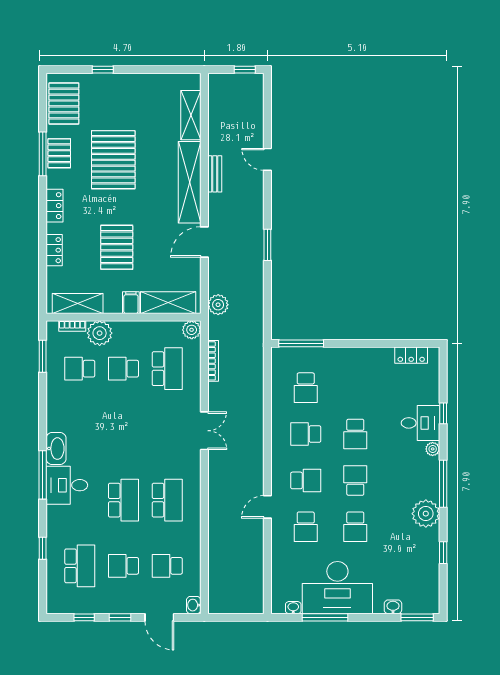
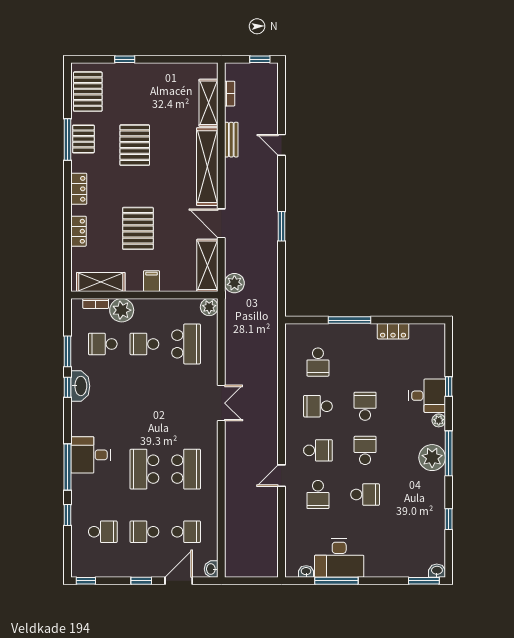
pallet: (113, 160) -> (135, 145), width x0.73, depth x0.71
bench: (215, 174) -> (231, 140), moved
door: (204, 242) -> (221, 223), hinge flipped
shelving: (168, 303) -> (207, 265), moved, turned 90
window: (301, 343) -> (349, 320), moved
locker: (411, 355) -> (393, 331), moved
window: (43, 356) -> (68, 351), moved
bookcase: (213, 361) -> (230, 94), moved, width x0.64
window: (43, 414) -> (68, 387), added
school desk: (355, 434) -> (365, 406), turned 180
washbasin: (56, 449) -> (80, 386), moved
window: (43, 475) -> (68, 467), moved
school desk: (123, 500) -> (144, 469), turned 180
plant: (426, 514) -> (432, 458), moved
school desk: (355, 527) -> (365, 495), turned -90
school desk: (80, 566) -> (103, 532), width x0.54
school desk: (167, 566) -> (186, 532), turned 180
desk: (337, 588) -> (339, 558), width x0.73, depth x0.77
washbasin: (393, 607) -> (437, 571), moved
window: (84, 617) -> (86, 581), moved
door: (159, 617) -> (179, 581), swing flipped

